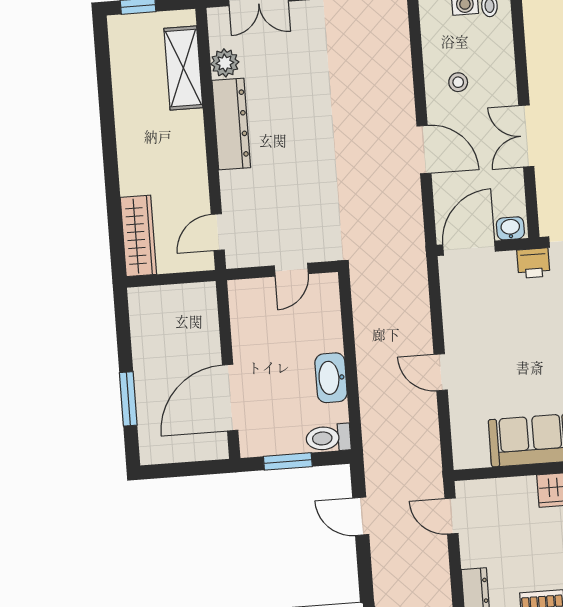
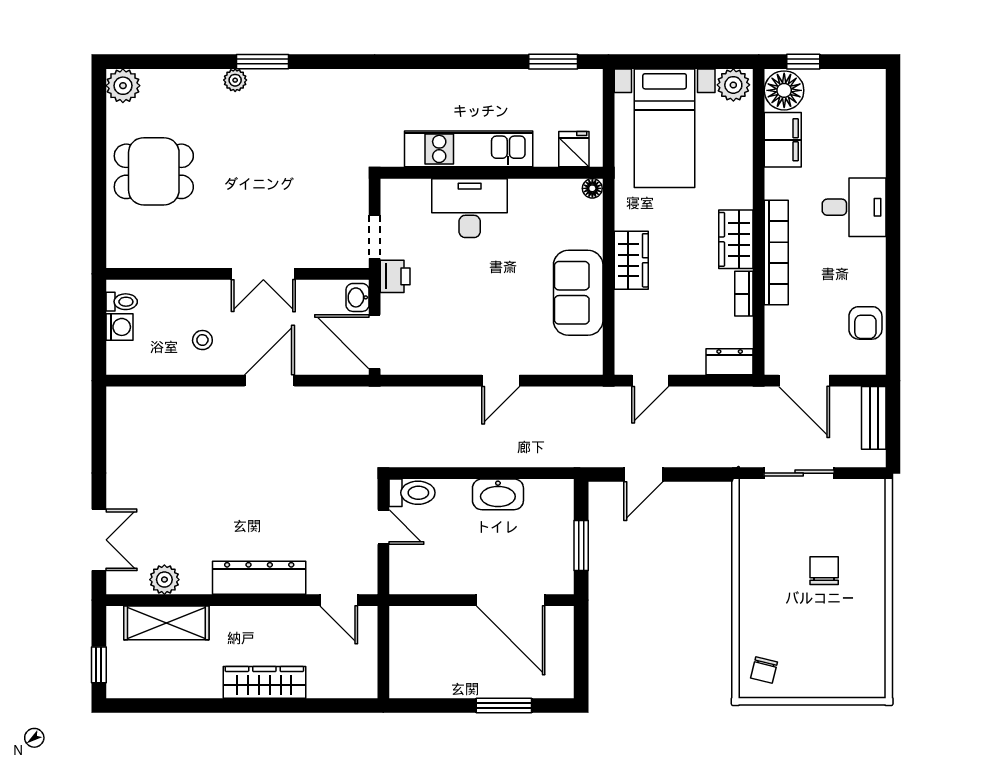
dresser: (231, 124) -> (259, 578), moved
wardrobe: (138, 236) -> (264, 682), moved
toilet: (328, 438) -> (412, 493), moved, turned -90

